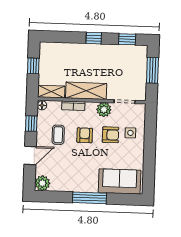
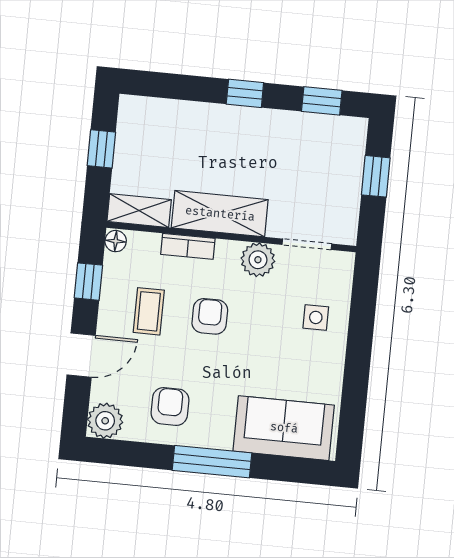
window: (152, 70) -> (376, 176), width x0.67
armchair: (111, 135) -> (170, 406), moved, turned -90

